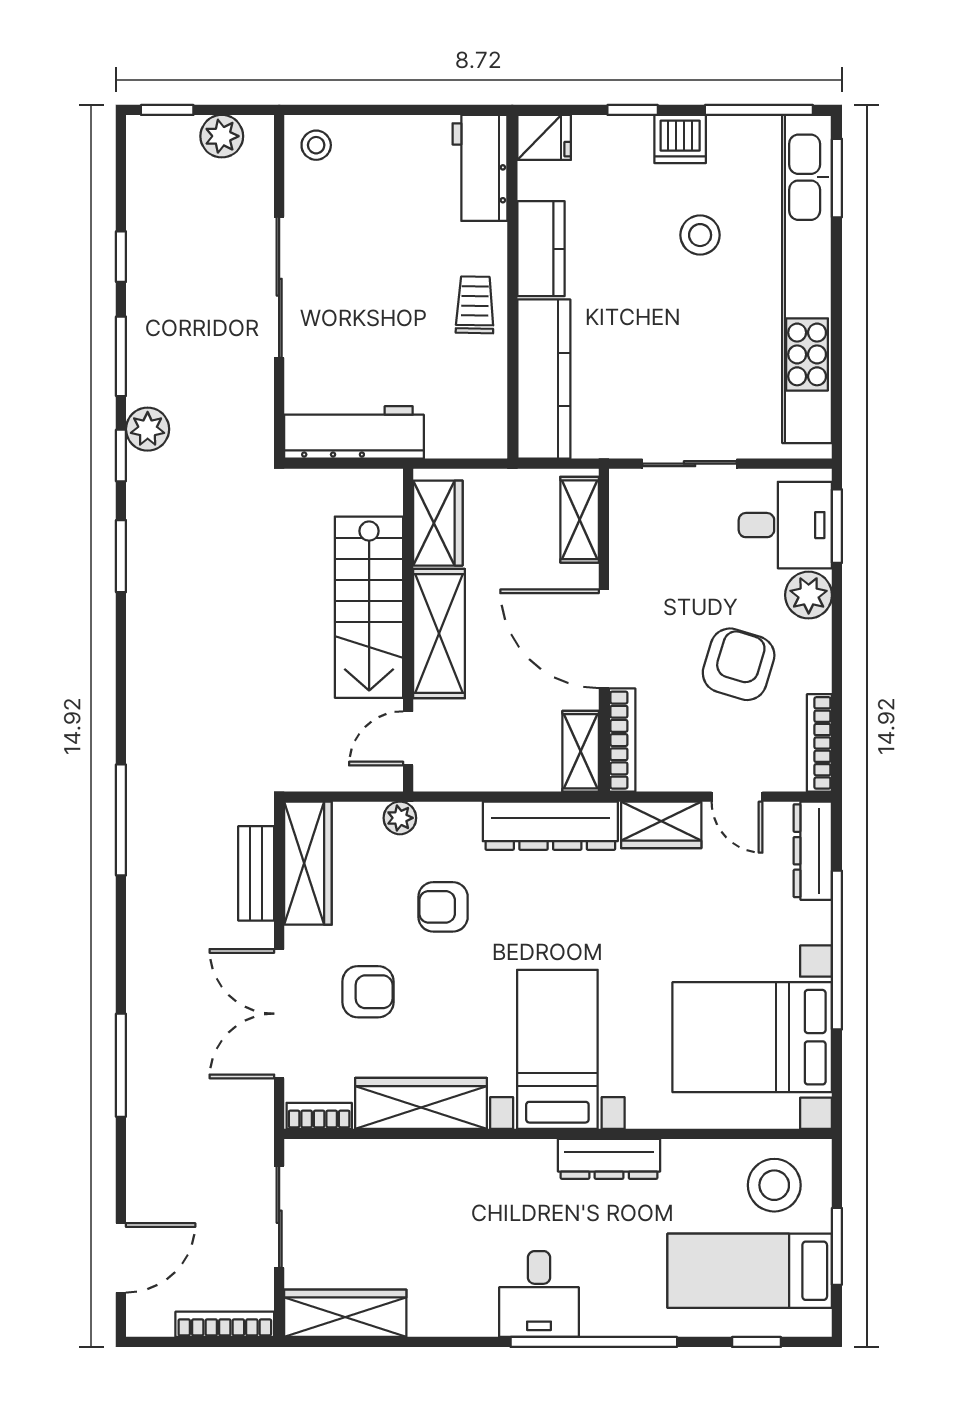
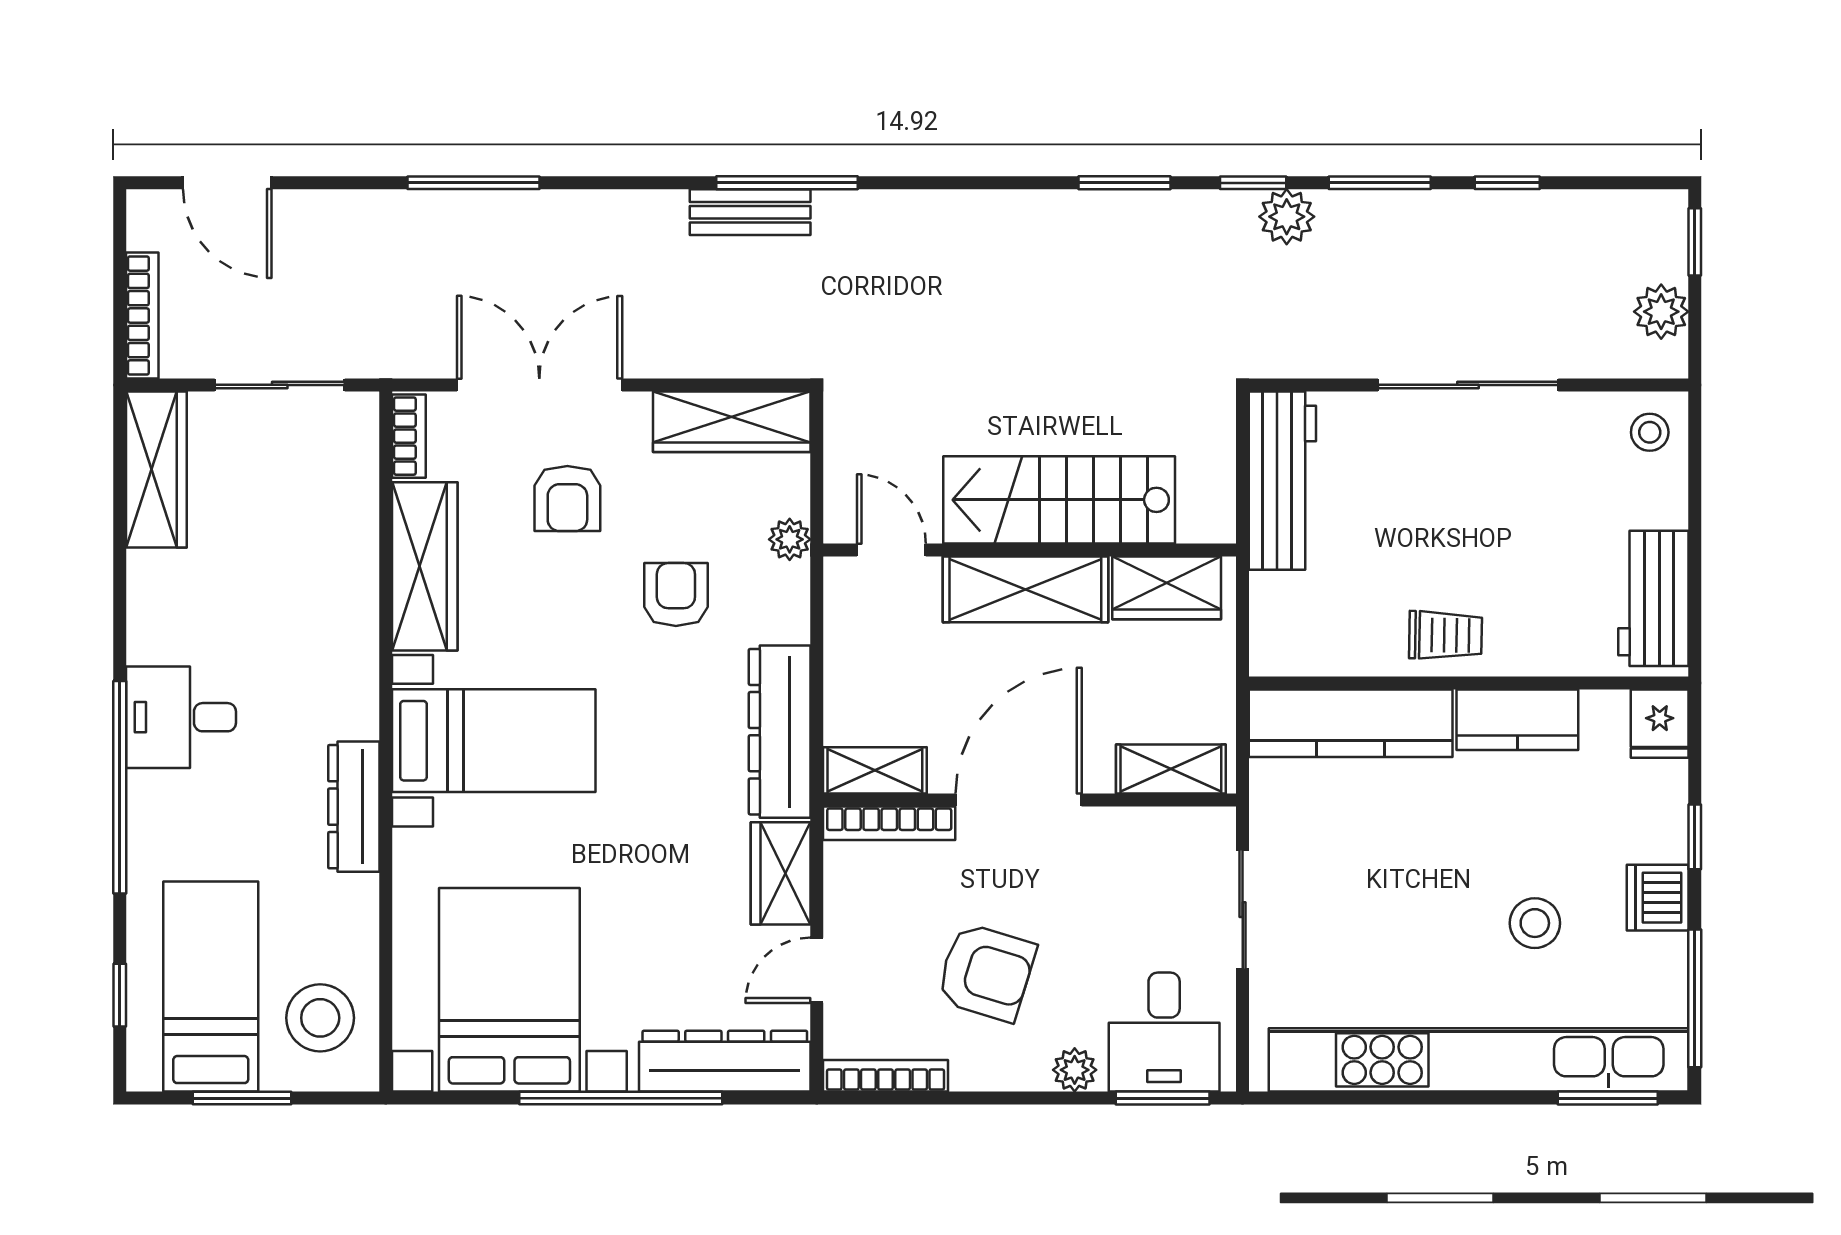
workbench: (480, 168) -> (1653, 598), moved, turned -90
plant: (809, 595) -> (1075, 1070), width x0.73, depth x0.73
dresser: (813, 851) -> (725, 1061), width x1.37, depth x1.24
bench: (256, 873) -> (750, 212), moved

